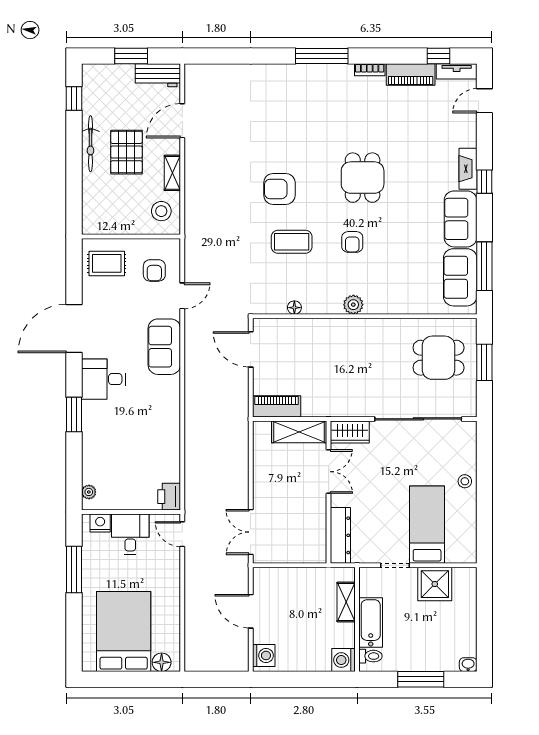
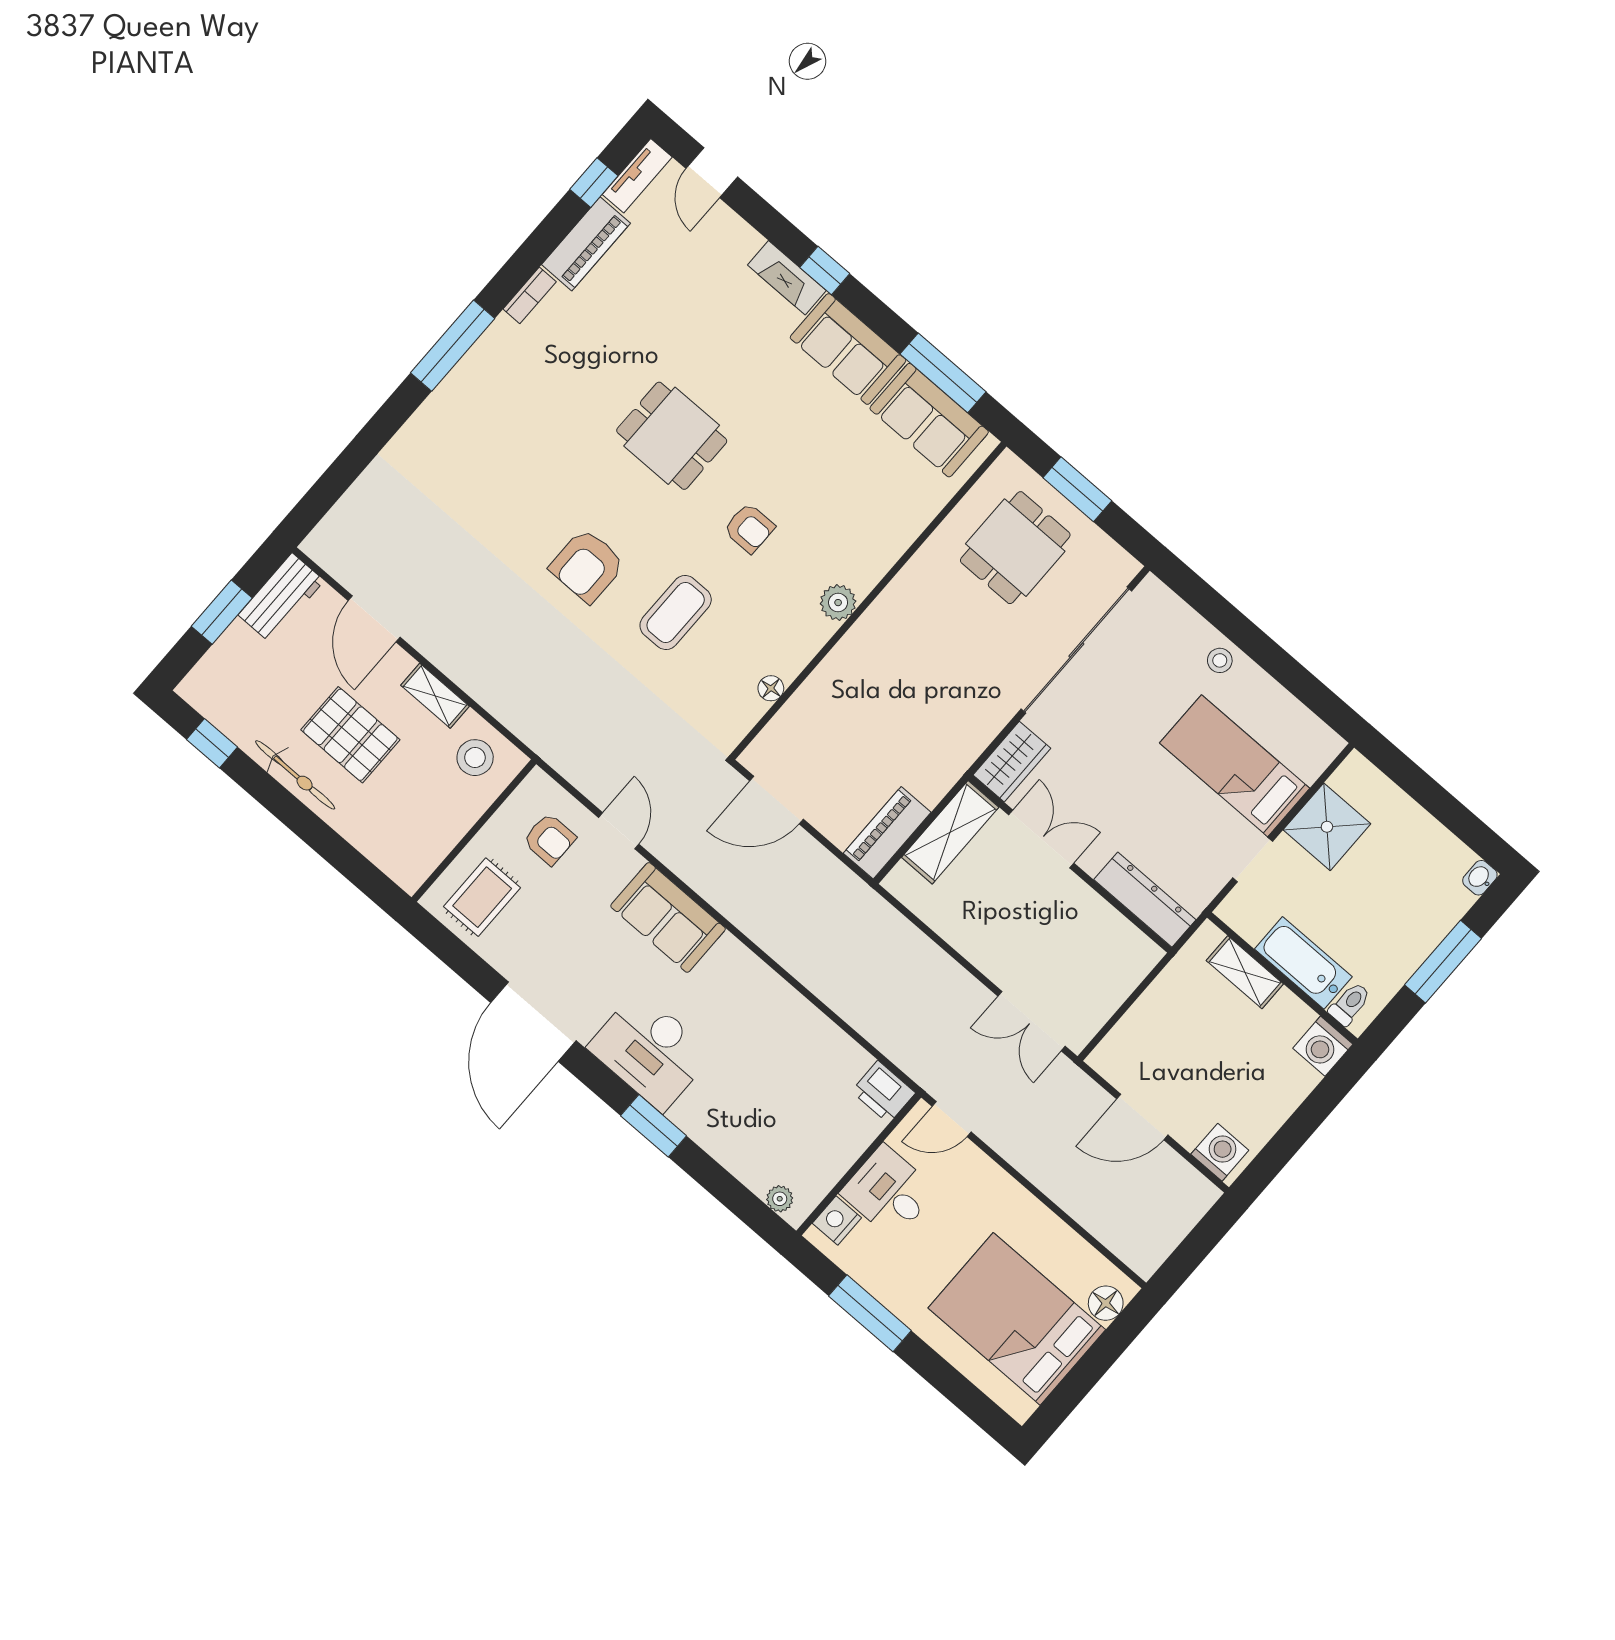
desk: (103, 379) -> (650, 1051), width x1.37

